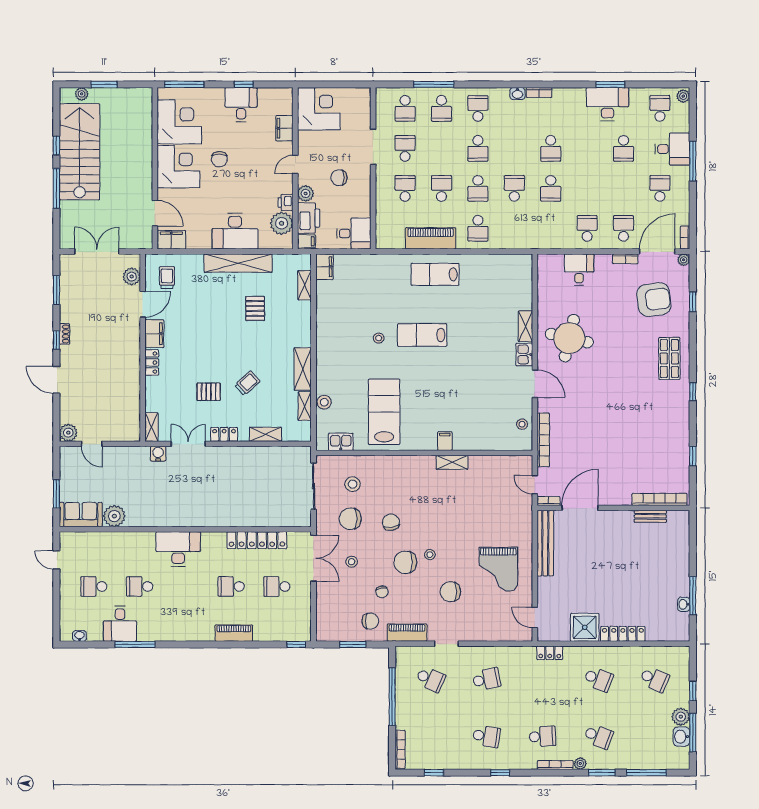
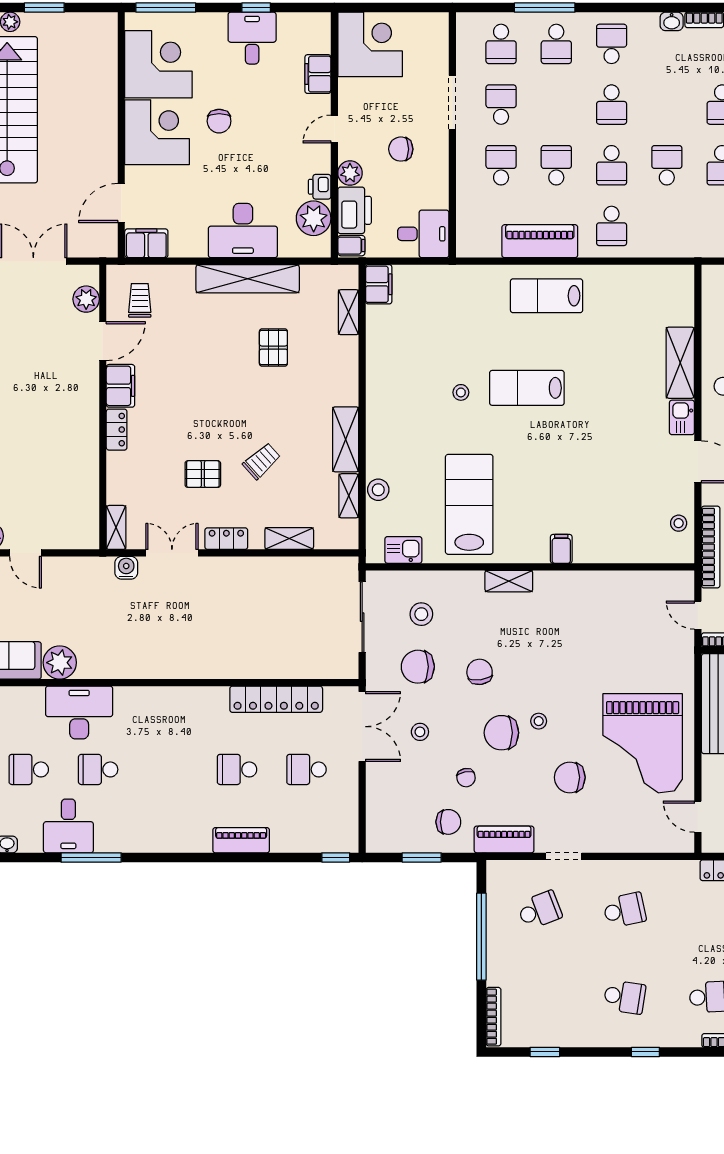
door: (155, 213) -> (121, 203), swing flipped
shelving: (525, 326) -> (680, 363), width x1.50, depth x1.33
shelving: (452, 462) -> (509, 581), moved
desk: (178, 549) -> (79, 712), moved
grand piano: (498, 569) -> (643, 743), width x1.37, depth x1.48
school desk: (430, 679) -> (539, 910), turned -45

